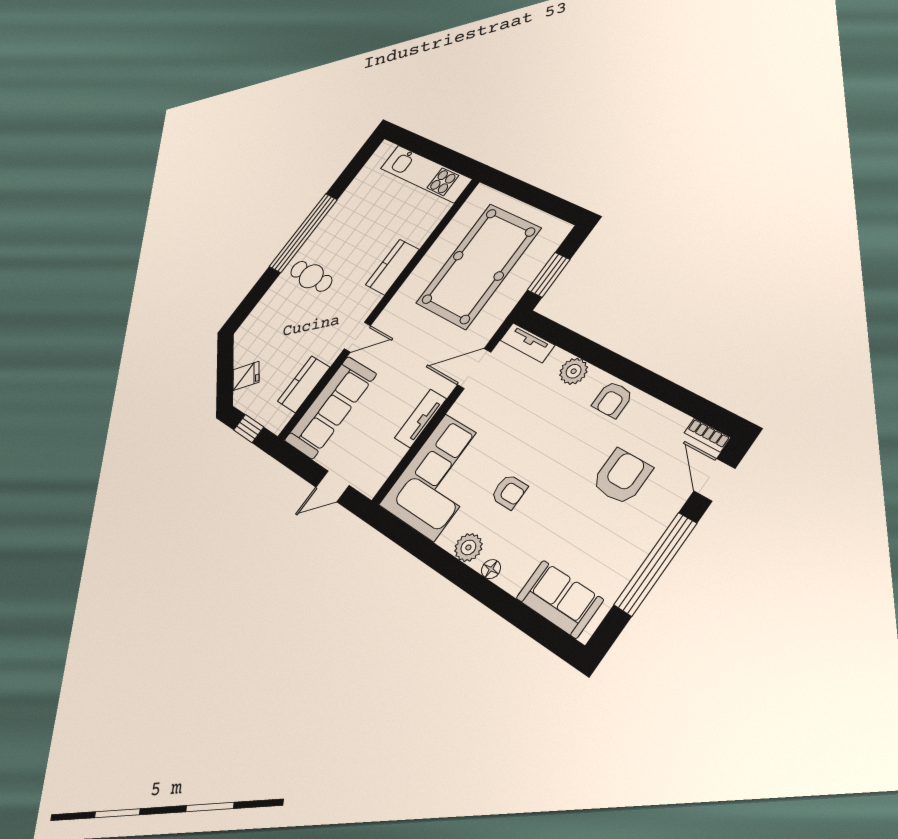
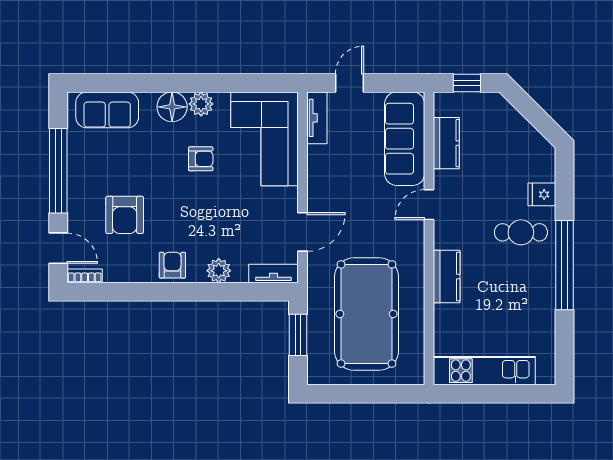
fridge: (246, 376) -> (542, 194), moved, turned 45
tv unit: (420, 418) -> (317, 118), moved
armchair: (509, 492) -> (201, 159), turned 180
floor lamp: (491, 569) -> (172, 107), width x1.89, depth x1.89

